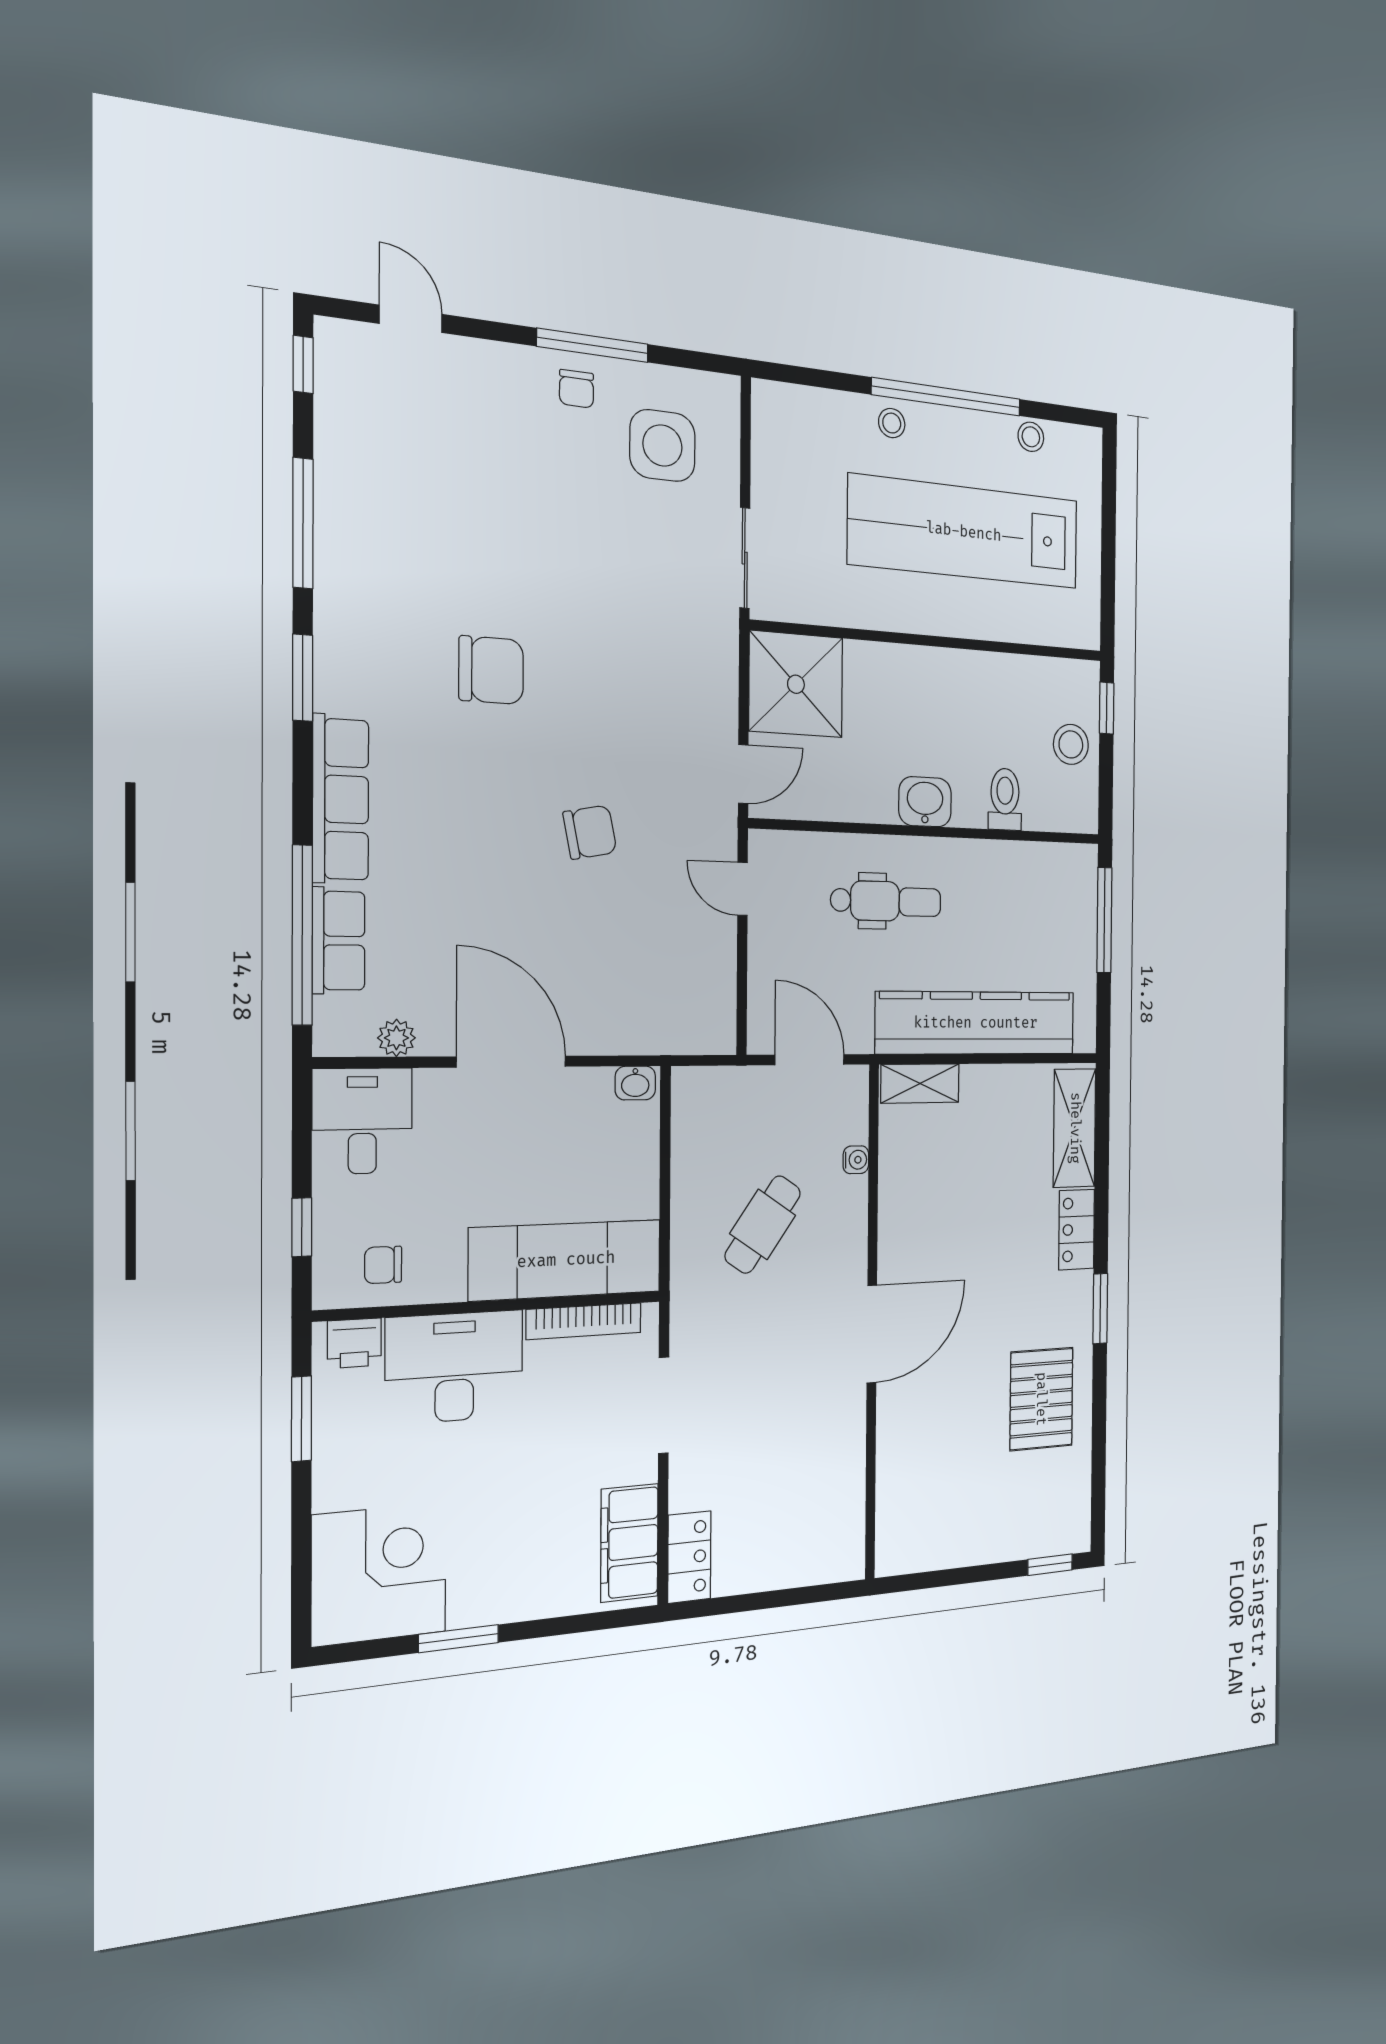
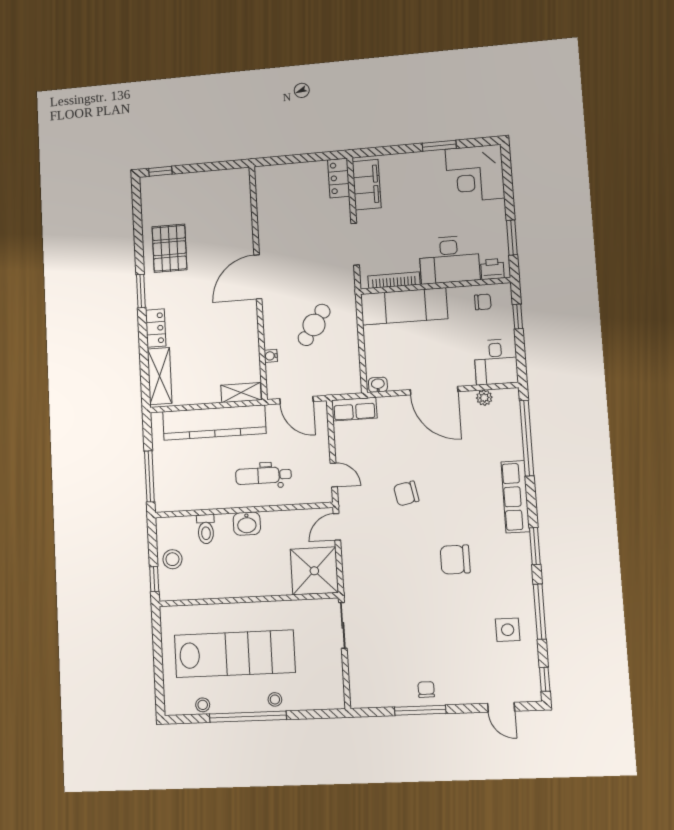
side table: (662, 445) -> (508, 630), moved, width x0.73, depth x0.73
row of seats: (339, 941) -> (354, 409), moved, turned -90

